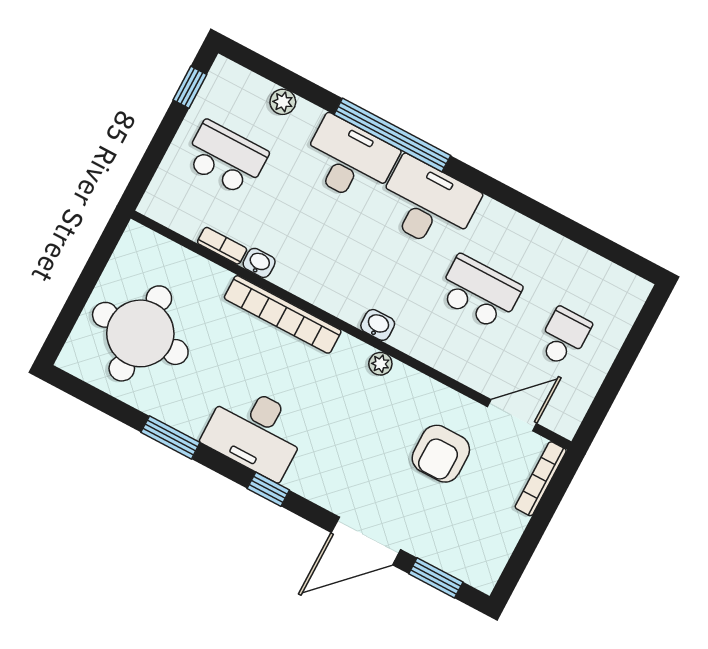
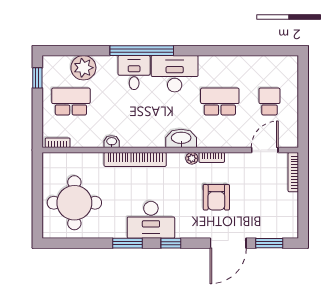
plant: (283, 102) -> (83, 68), width x1.88, depth x1.88
desk: (349, 160) -> (134, 73), width x0.73
bookcase: (222, 246) -> (58, 143), moved
washbasin: (378, 325) -> (181, 138), width x1.91, depth x1.45
bookcase: (415, 380) -> (212, 157), added
window: (170, 437) -> (127, 243), moved
armchair: (441, 454) -> (216, 197), moved

